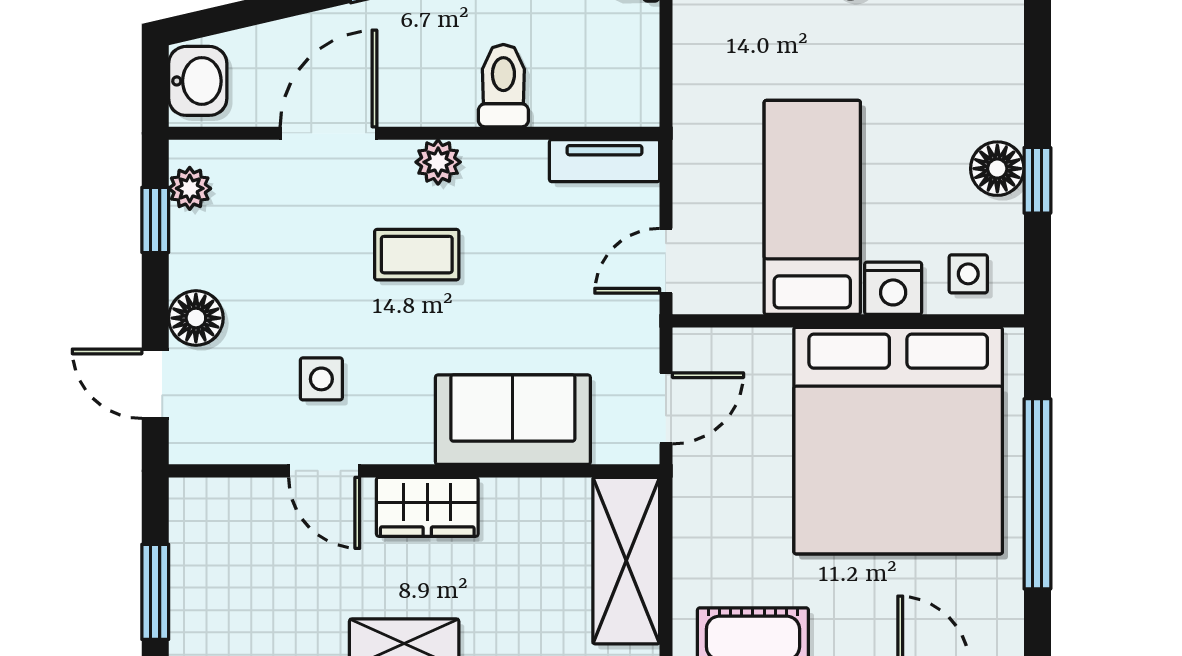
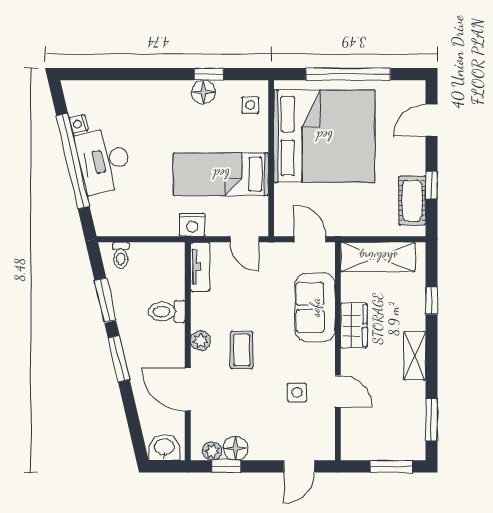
nightstand: (893, 288) -> (192, 225), moved, turned 90
floor lamp: (196, 318) -> (236, 448), moved
door: (324, 471) -> (338, 391), hinge flipped
wardrobe: (427, 507) -> (354, 326), moved

